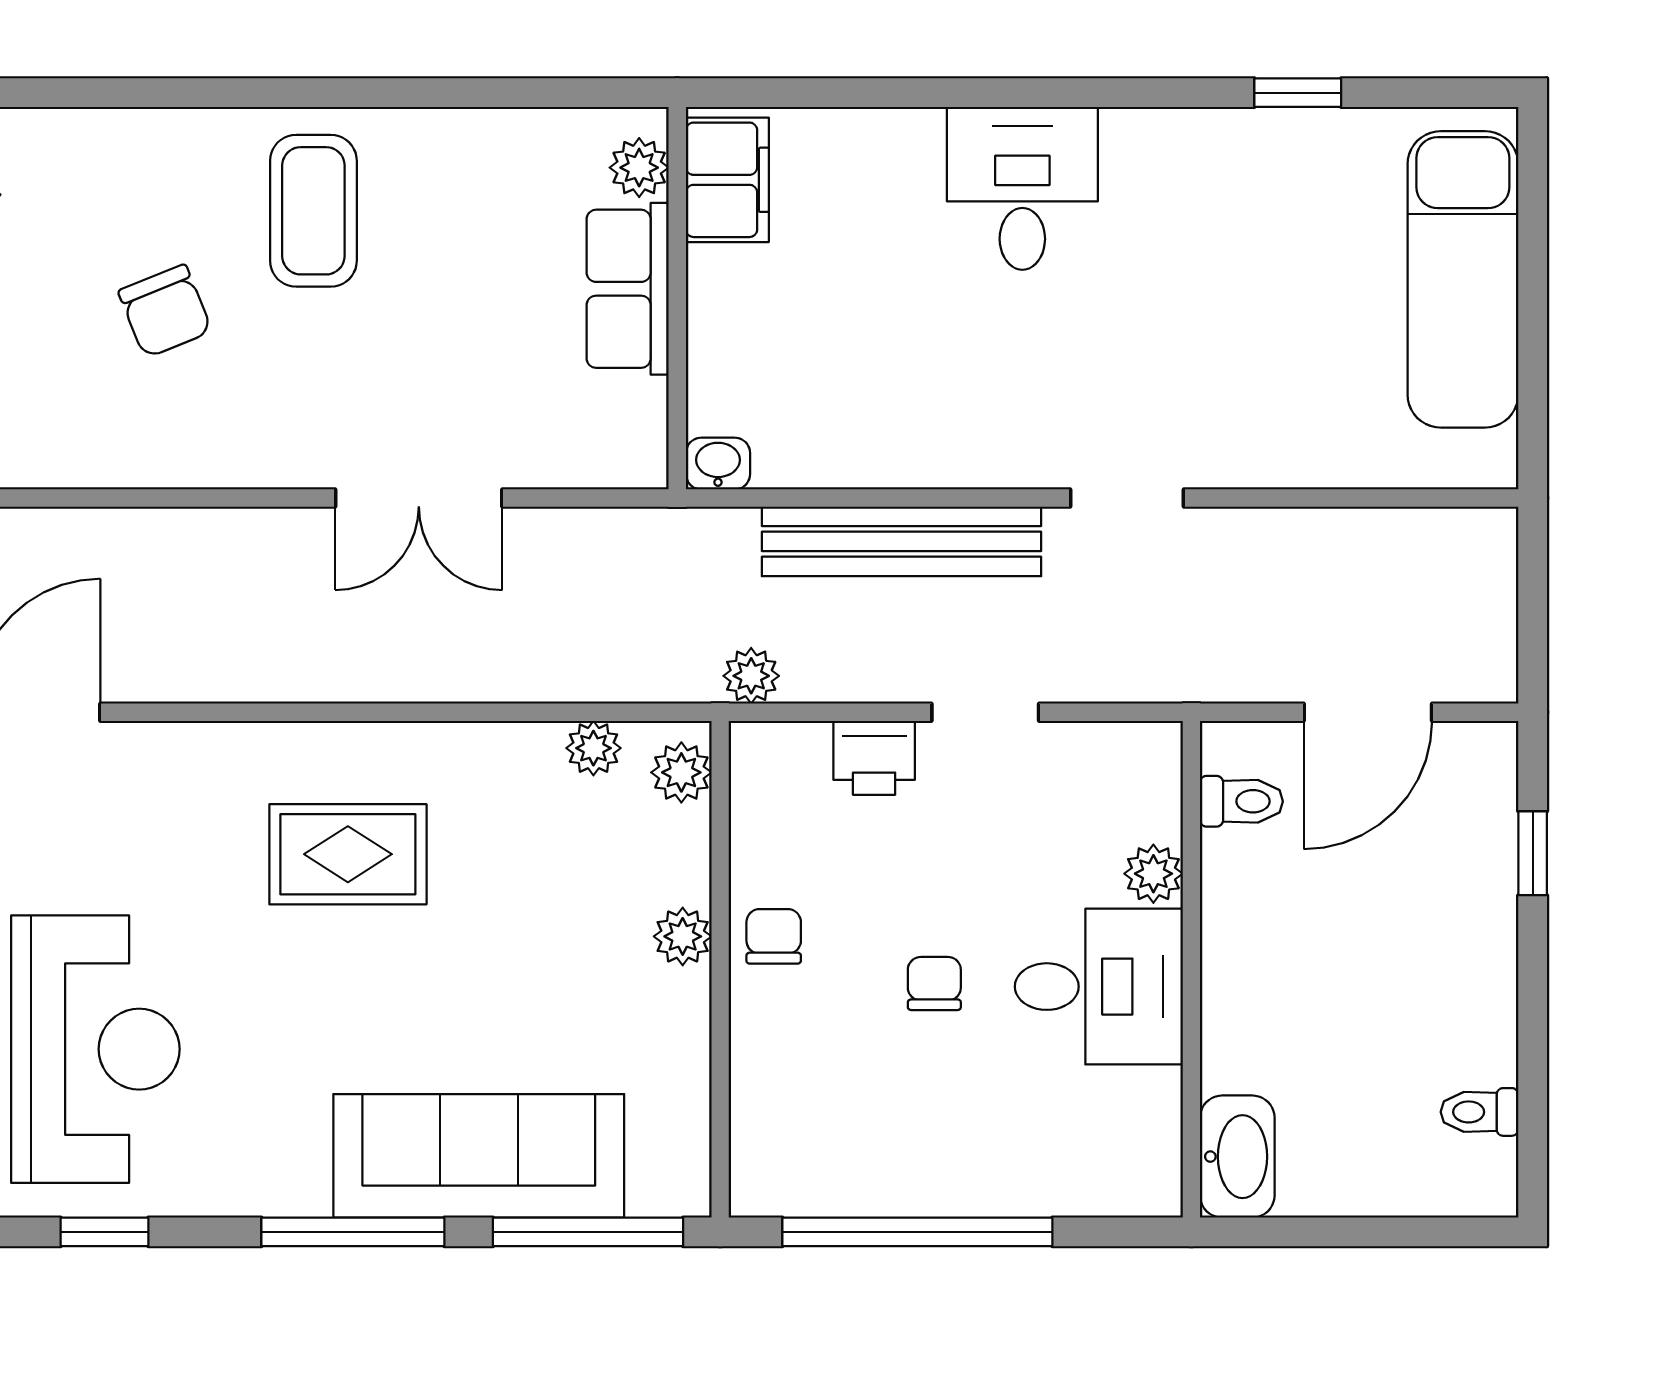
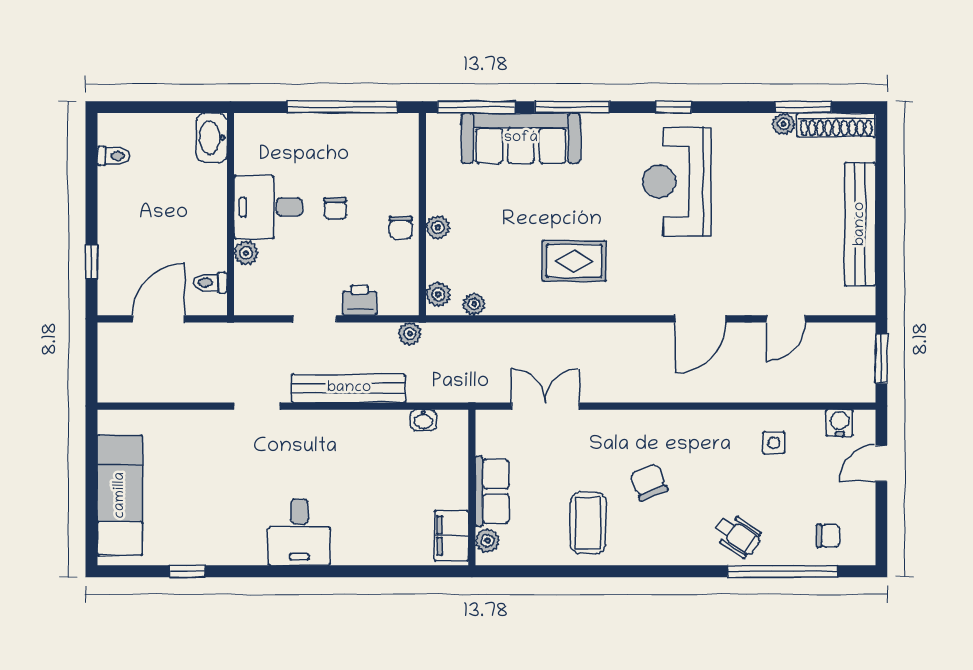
plant: (639, 168) -> (487, 541), moved
filing cabinet: (727, 180) -> (451, 536), moved
row of seats: (628, 289) -> (492, 491), moved
wall: (677, 298) -> (472, 487), moved

